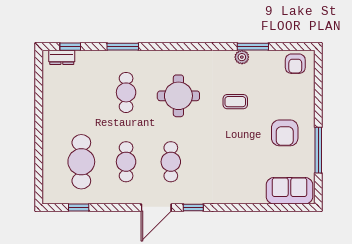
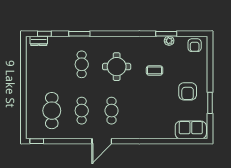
plant: (242, 57) -> (169, 41), moved
window: (318, 150) -> (210, 103), width x0.69
window: (79, 208) -> (37, 141), moved
window: (193, 208) -> (127, 141), removed

